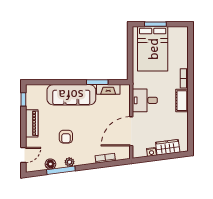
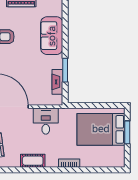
sofa: (71, 95) -> (52, 36), width x0.73
cot: (182, 101) -> (33, 161), moved

